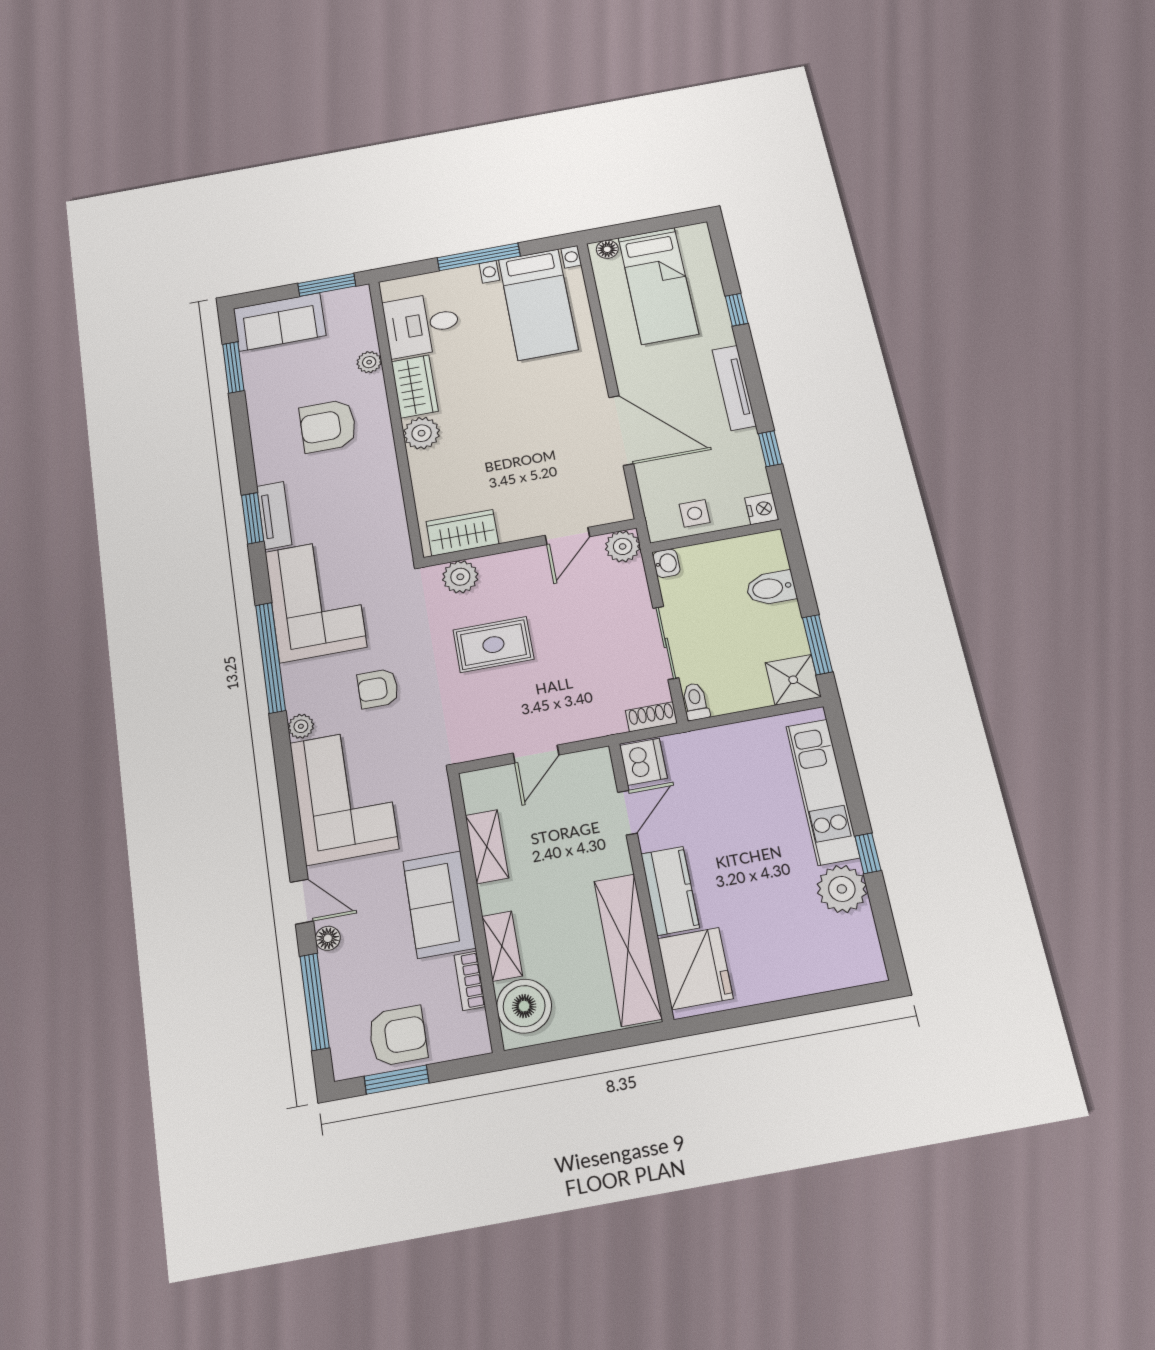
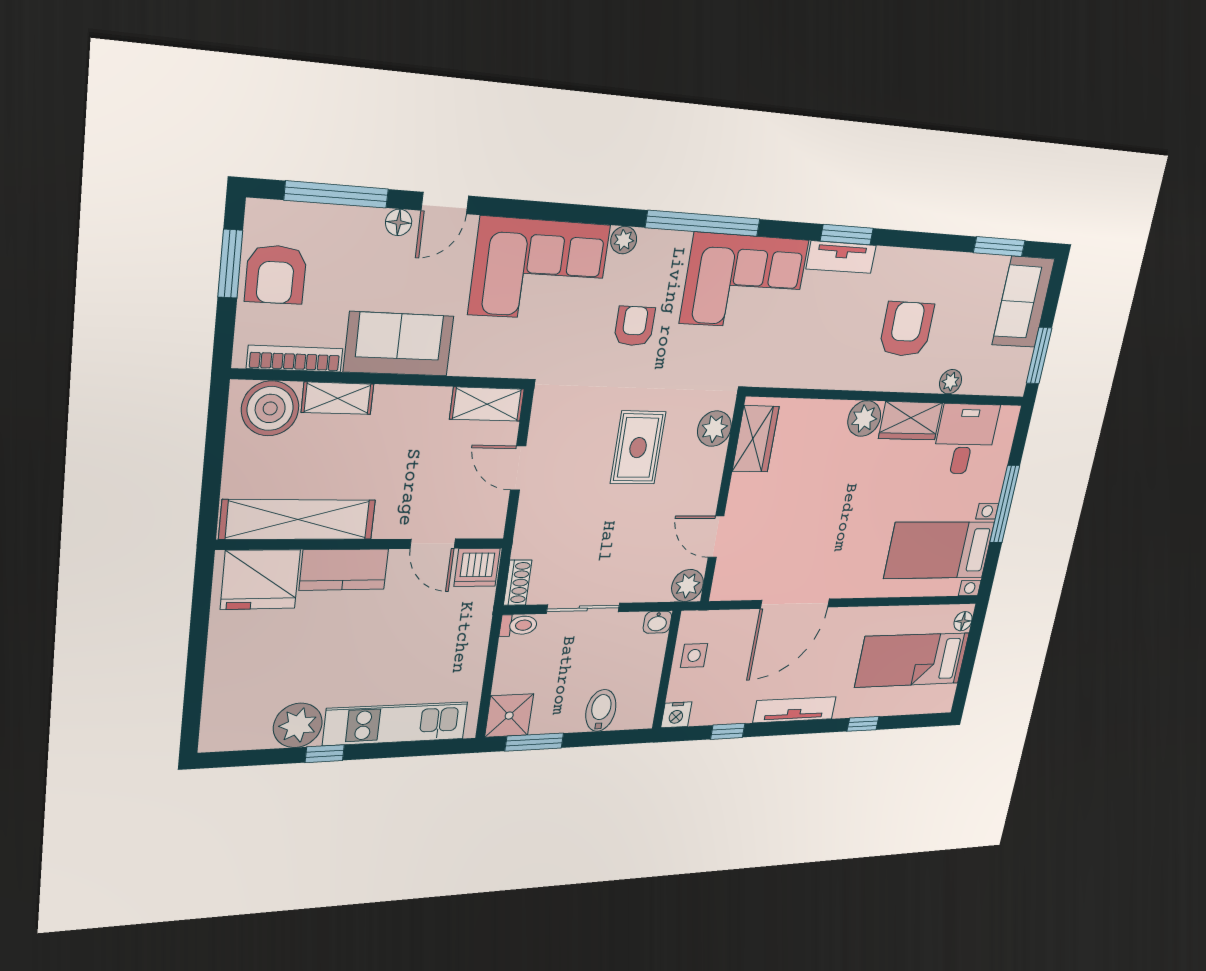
shelving: (487, 847) -> (487, 404), moved
bookcase: (470, 981) -> (295, 359), width x1.56

